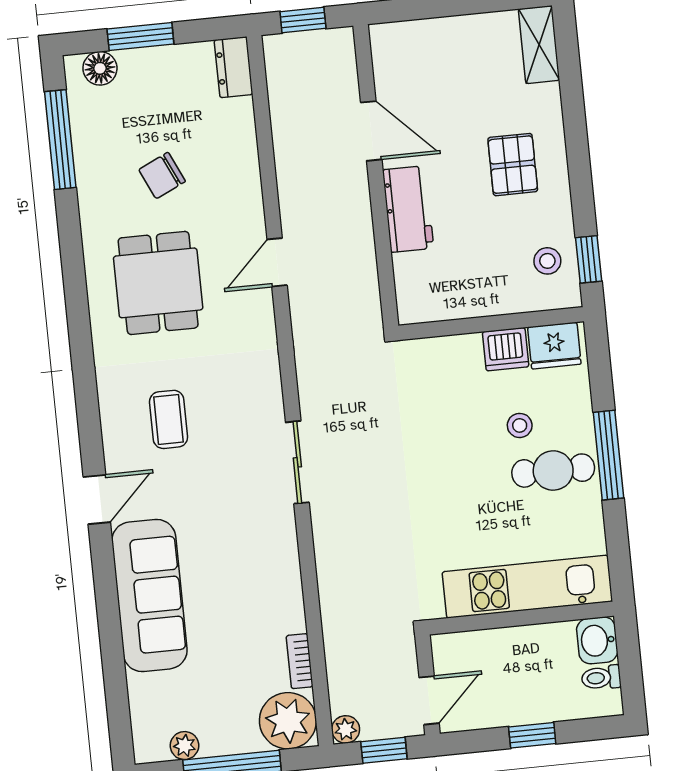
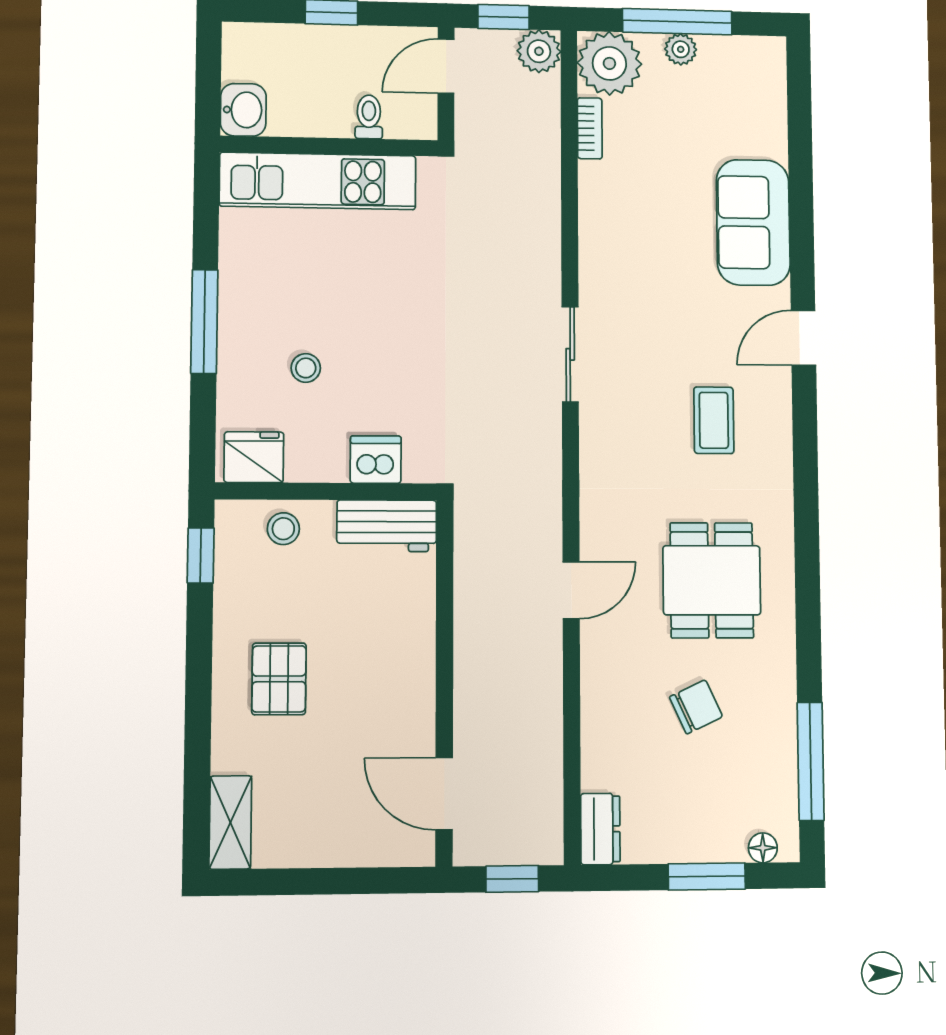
floor lamp: (100, 68) -> (763, 848), width x0.73, depth x0.73
door: (371, 131) -> (444, 794), moved
workbench: (408, 209) -> (387, 526), moved, turned -90
stool: (547, 261) -> (283, 529), moved
dishwasher: (506, 349) -> (376, 460), moved
cafe table: (553, 471) -> (272, 311), removed
sofa: (149, 595) -> (753, 222), width x0.73
toilet: (601, 678) -> (369, 117), moved, turned -90
plant: (346, 729) -> (539, 51), width x1.38, depth x1.38
plant: (185, 746) -> (681, 49), moved

